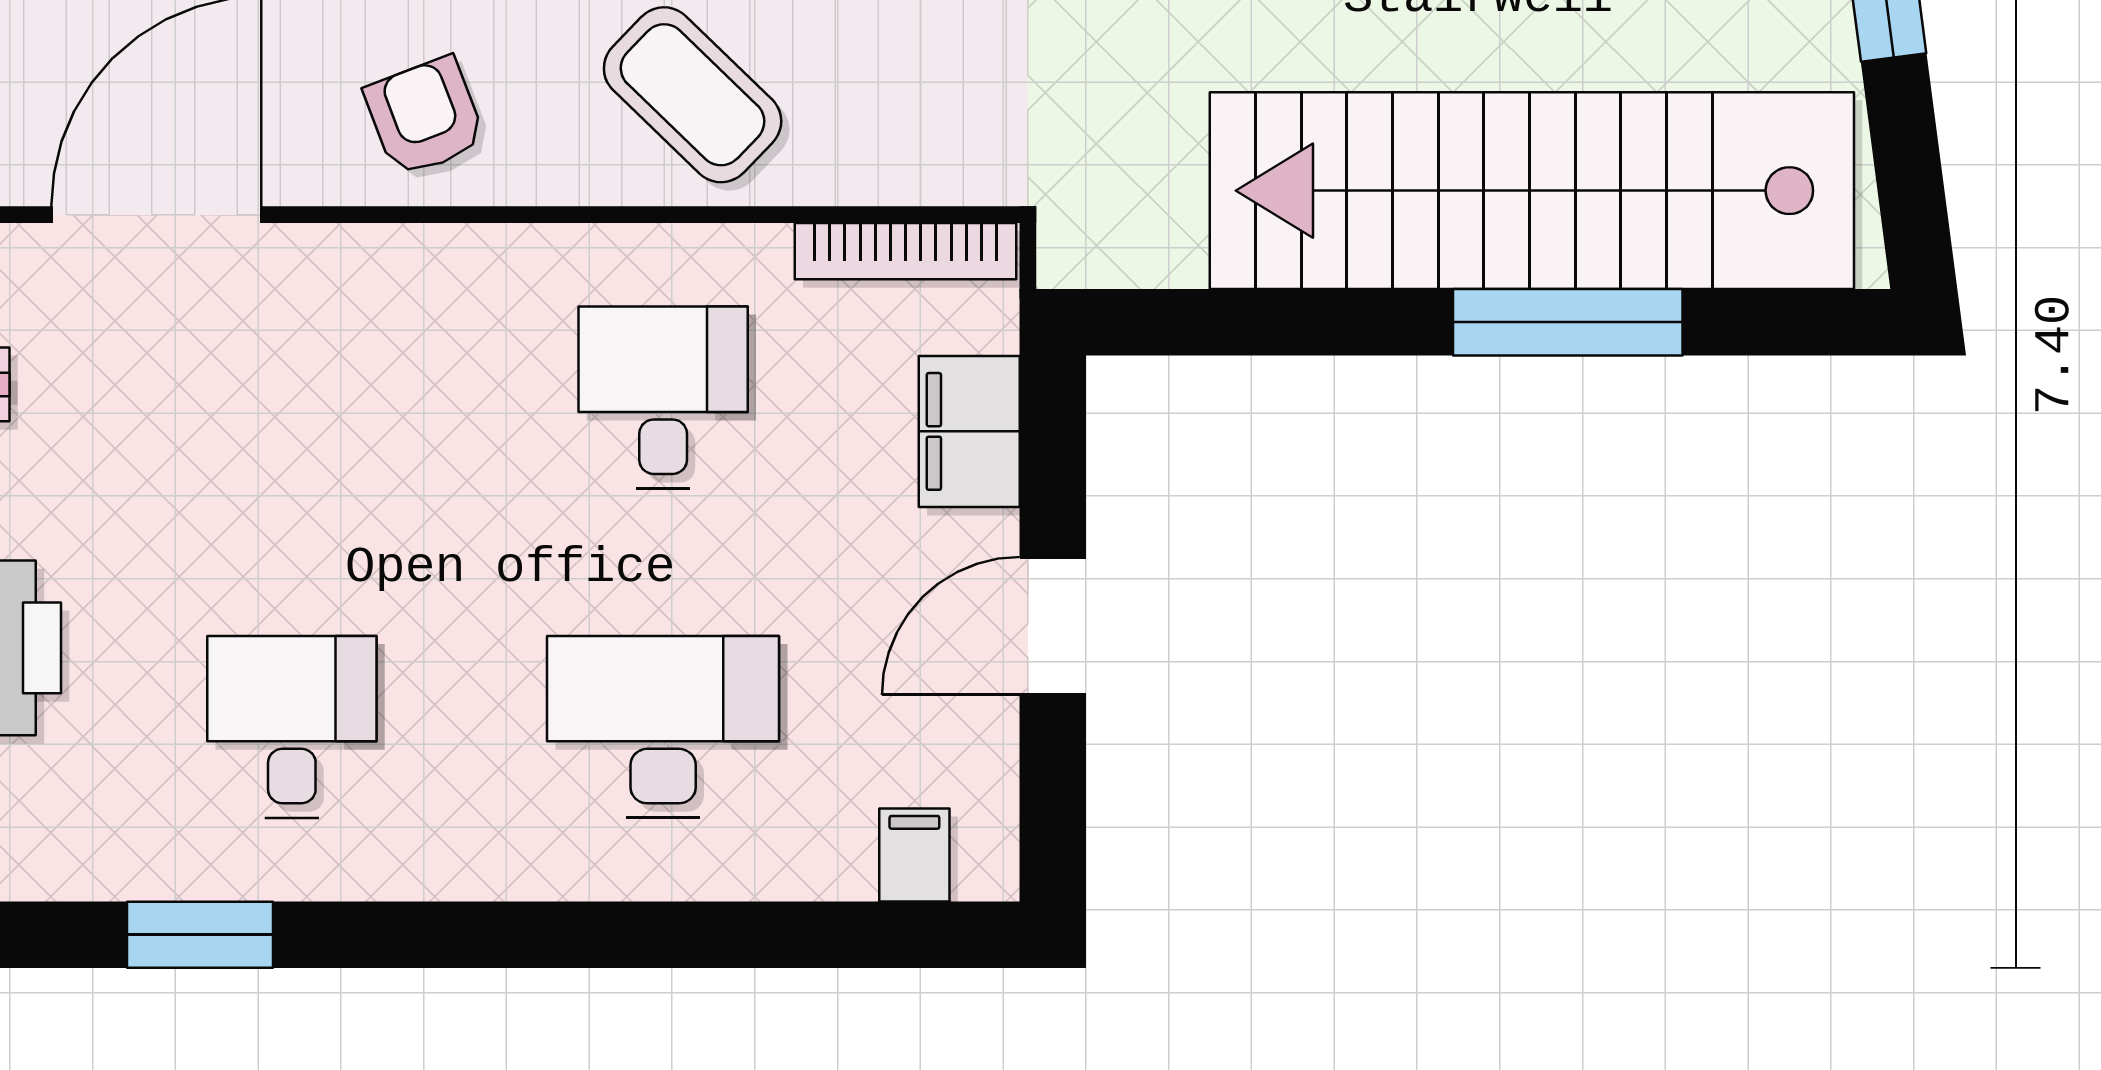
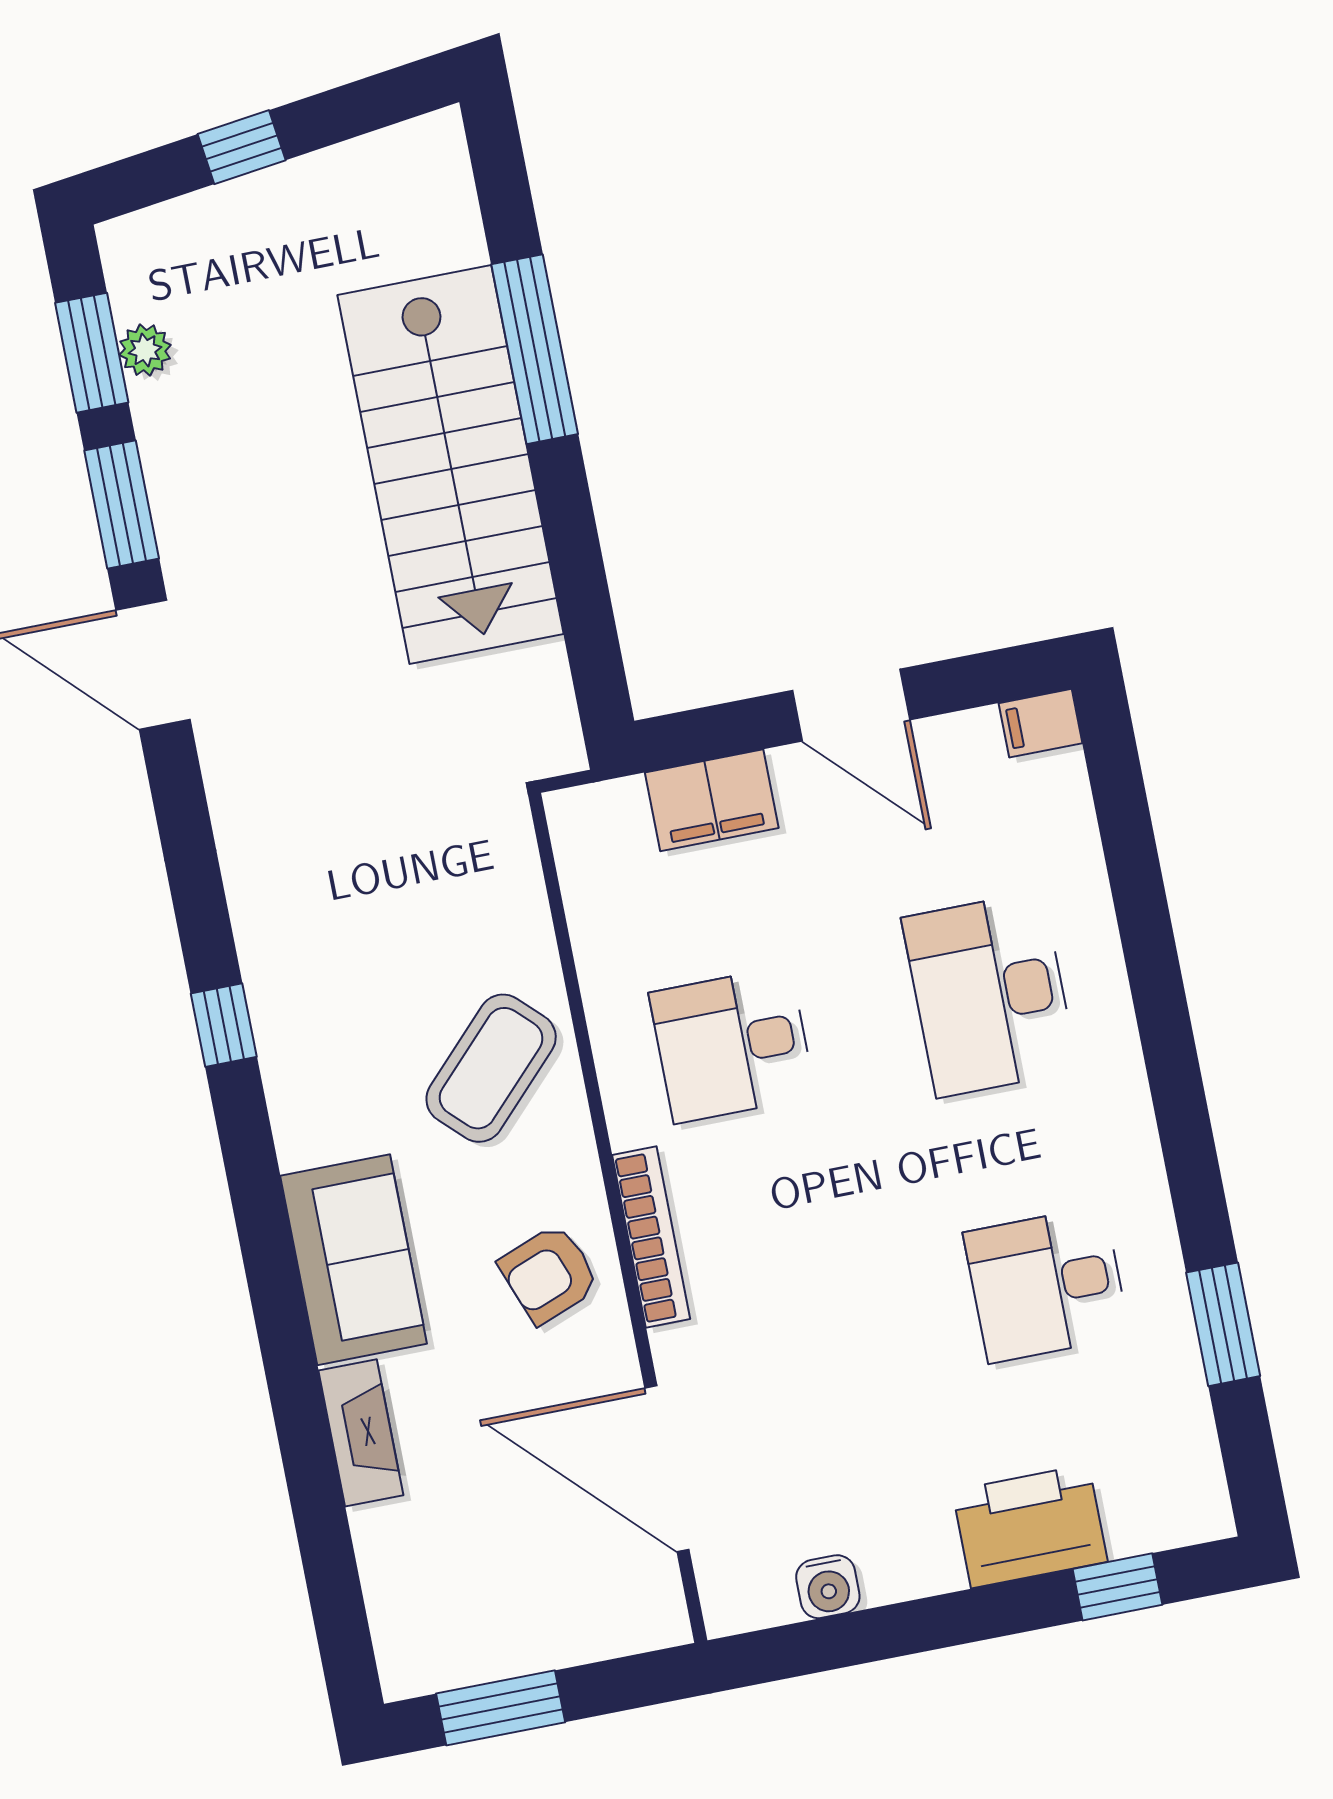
stairs: (1532, 191) -> (450, 465), width x0.73
bookcase: (906, 251) -> (651, 1237), moved
filing cabinet: (914, 855) -> (1040, 723), moved

